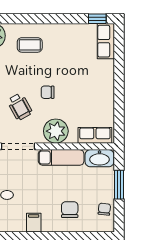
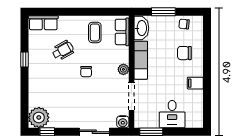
window: (97, 19) -> (24, 59), moved
coffee table: (30, 45) -> (95, 32), moved
wheelchair: (20, 107) -> (63, 50), moved
plant: (56, 131) -> (123, 69), width x0.53, depth x0.53

